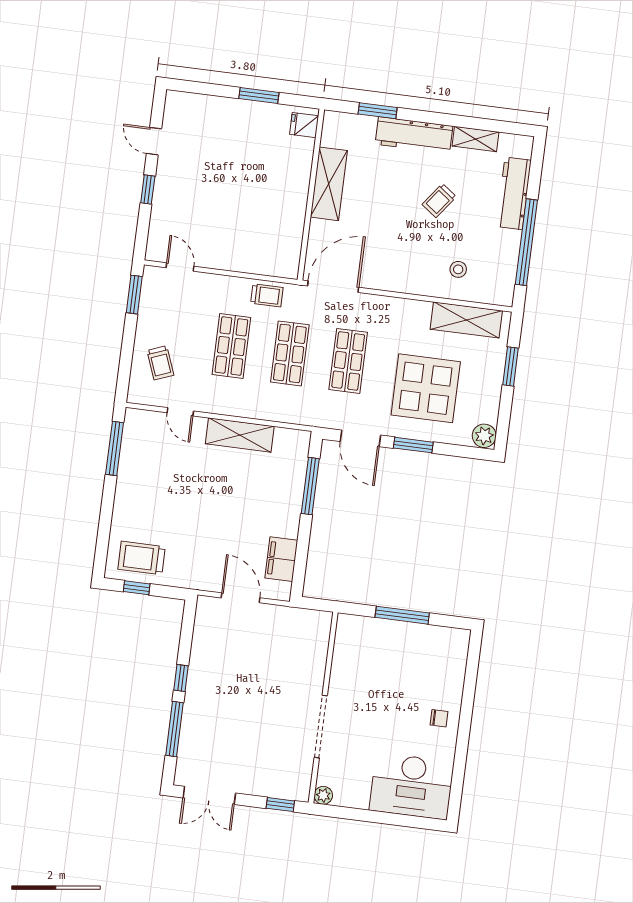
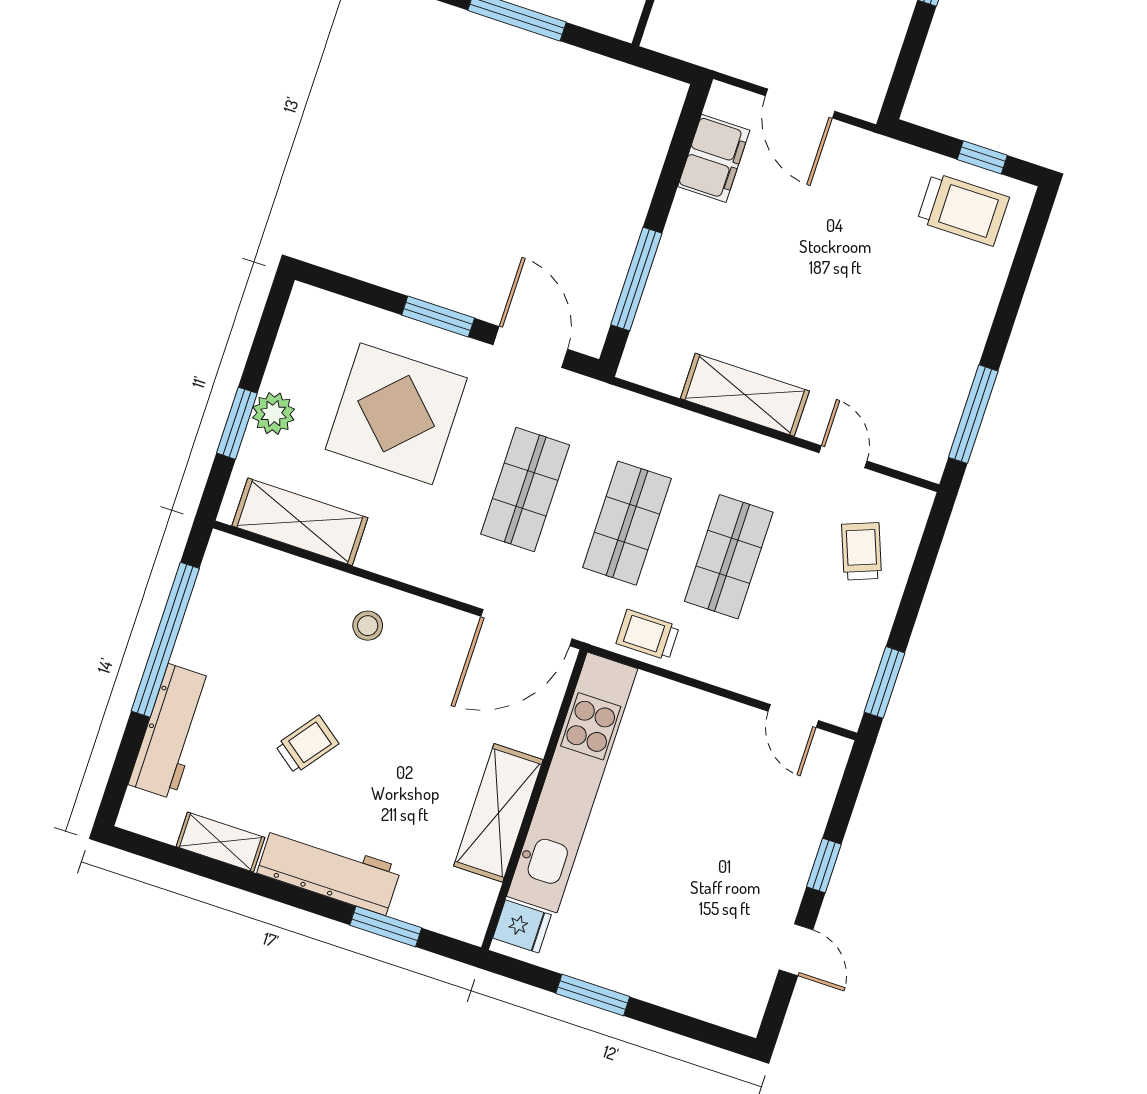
kitchen unit: (292, 208) -> (572, 783), added
stool: (458, 269) -> (368, 626), moved
plant: (484, 436) -> (273, 413), moved

